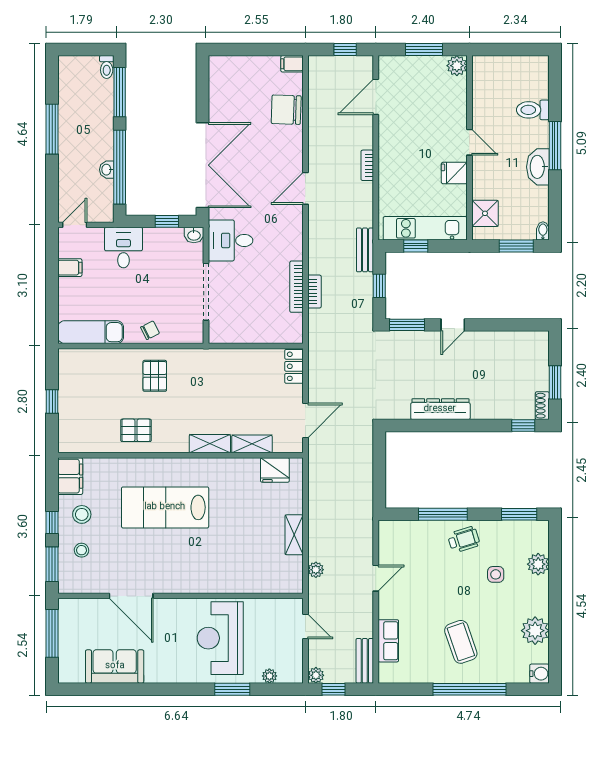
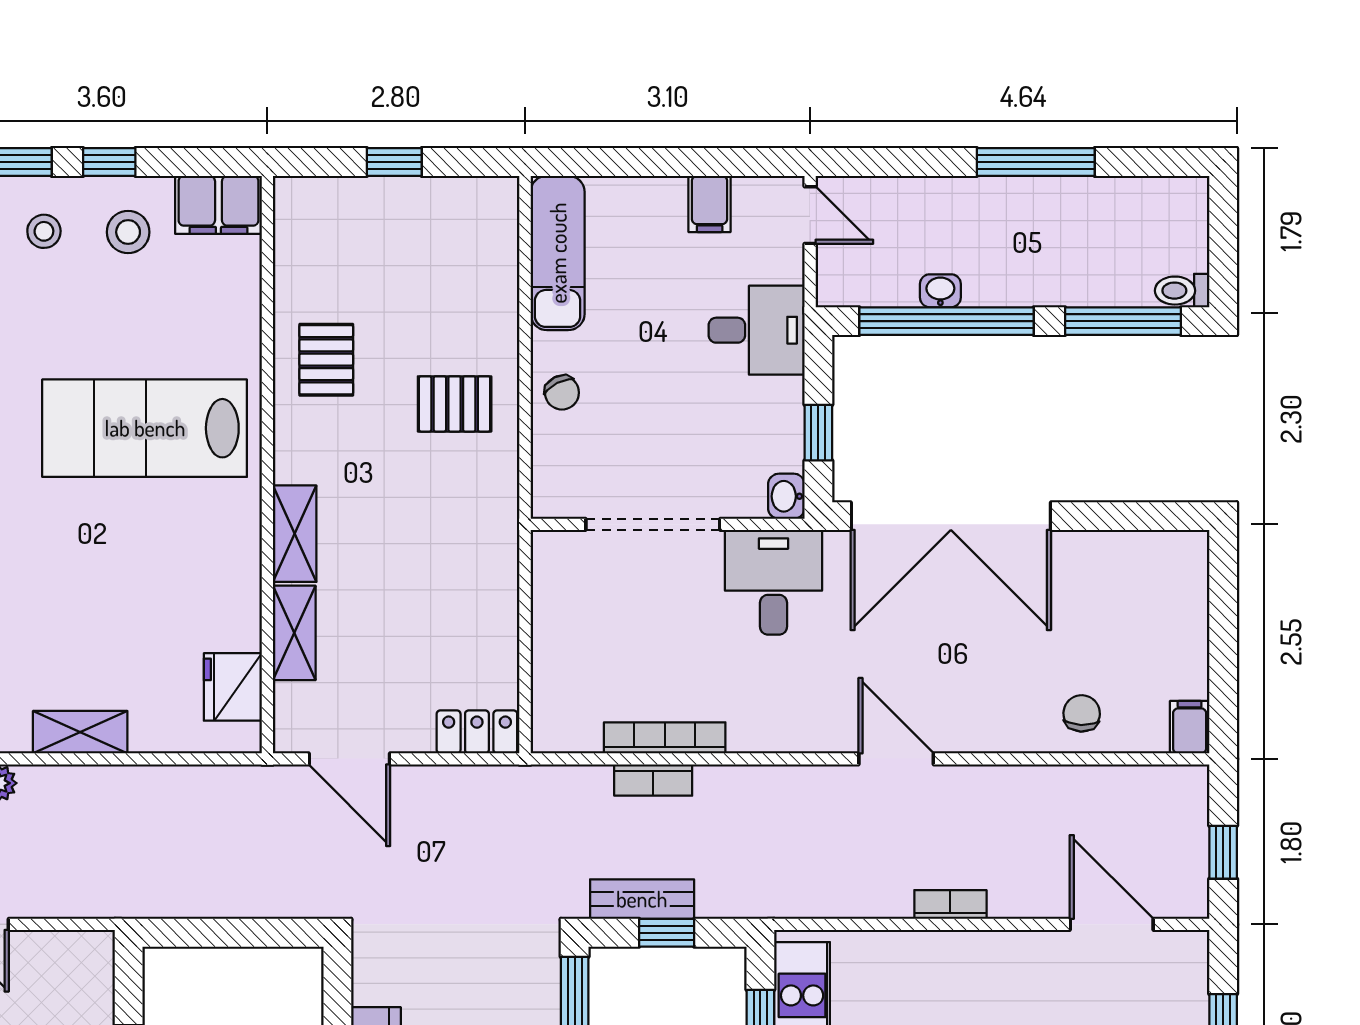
chair: (286, 110) -> (1082, 713), width x0.54, depth x0.54
bench: (365, 250) -> (642, 899), moved
lab bench: (165, 507) -> (145, 428), turned -90

